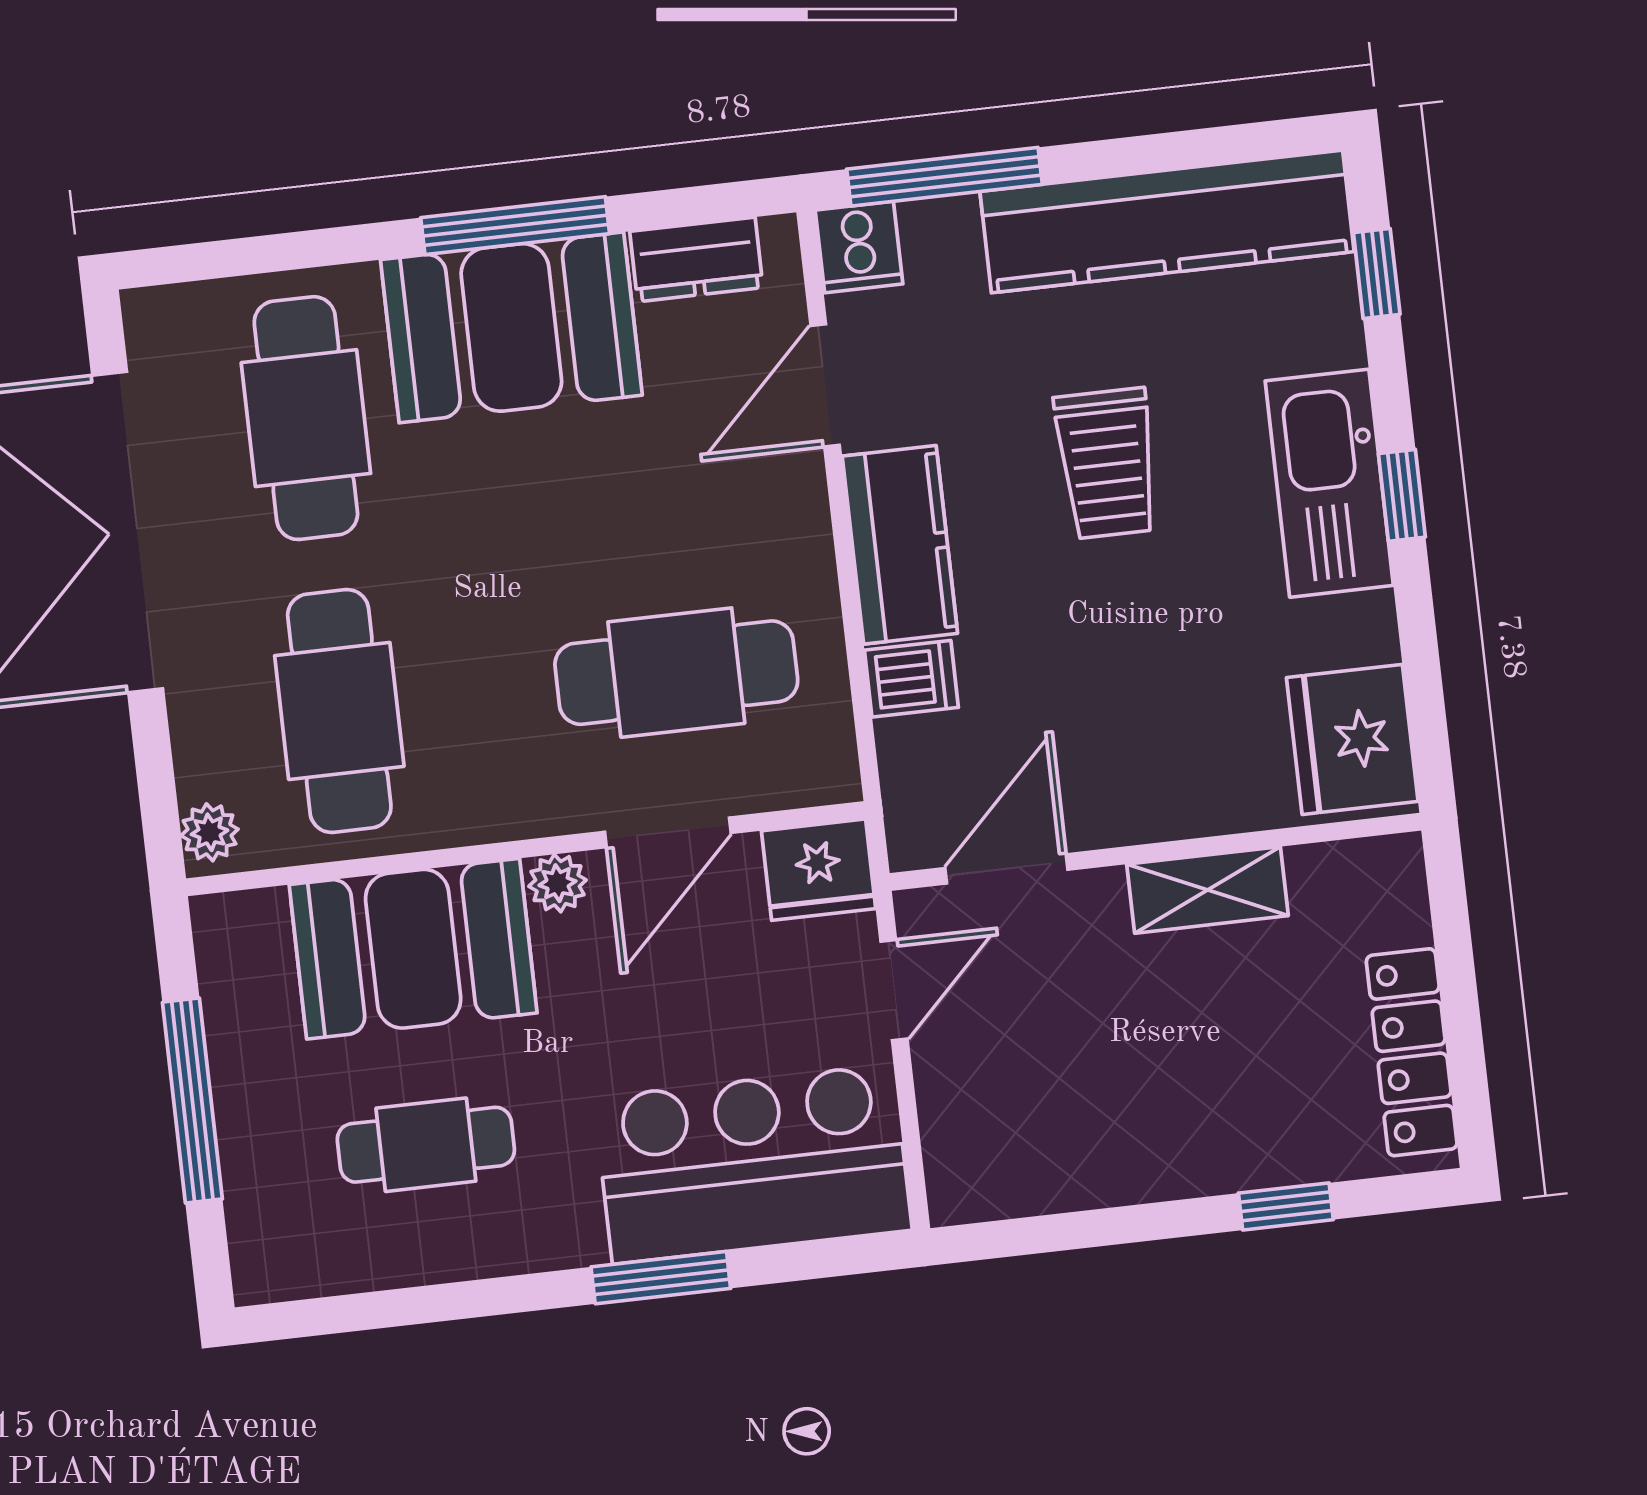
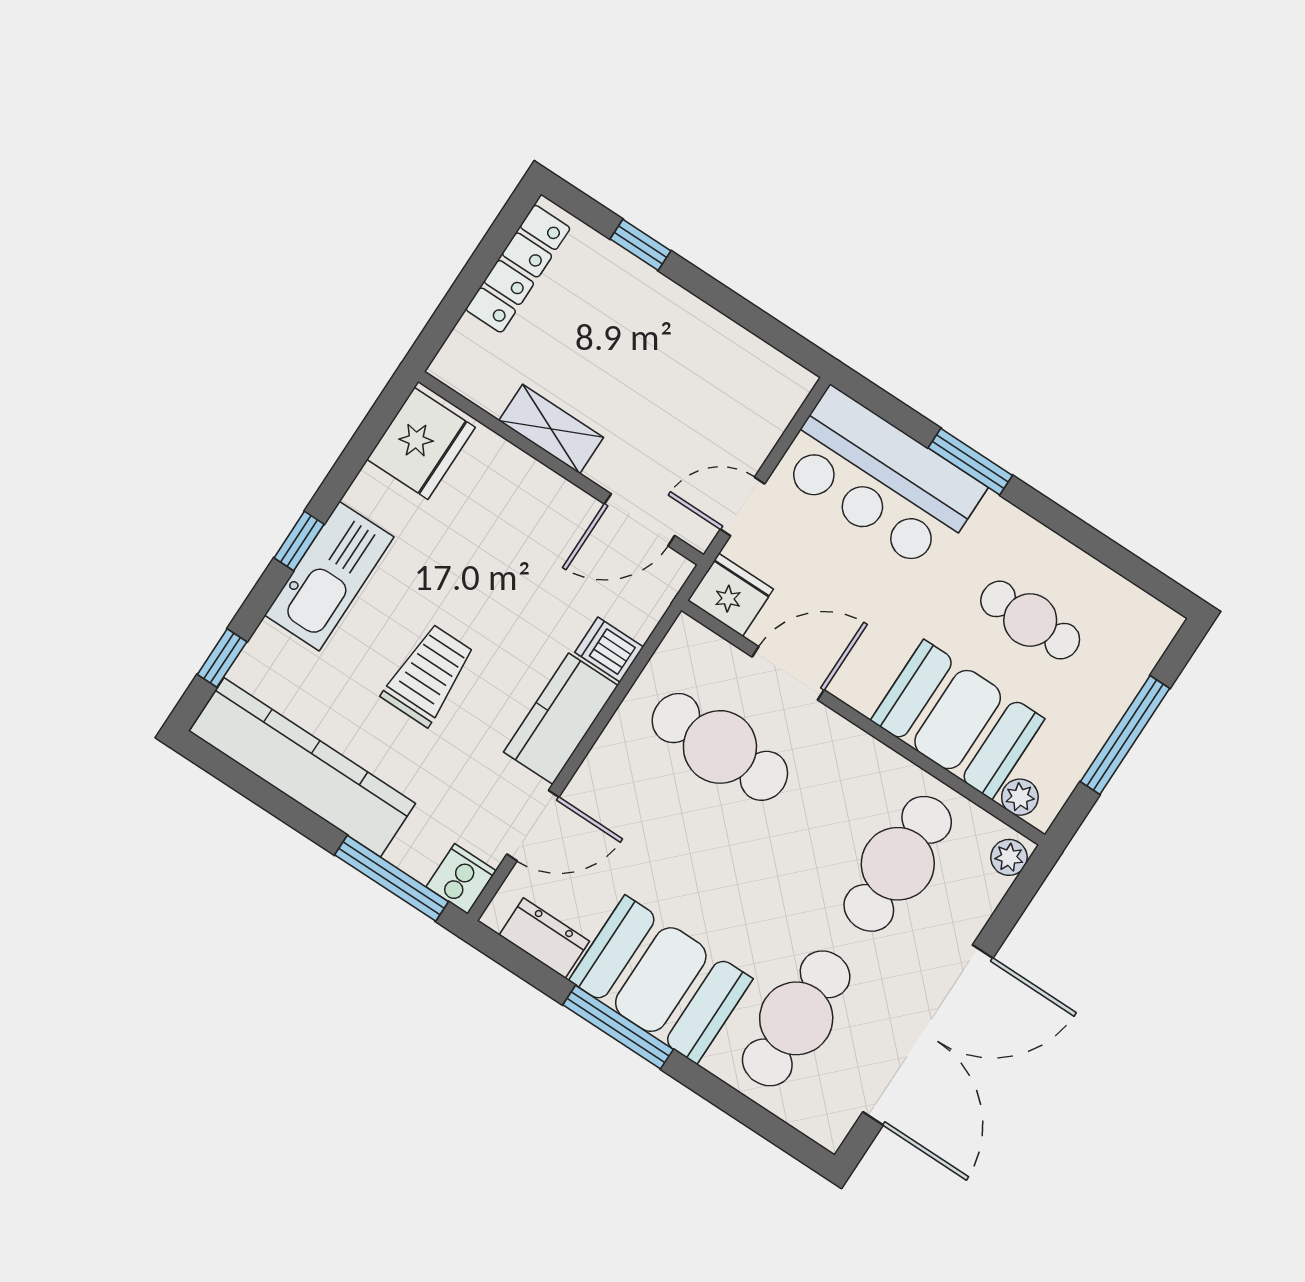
plant: (558, 883) -> (1020, 797), moved

